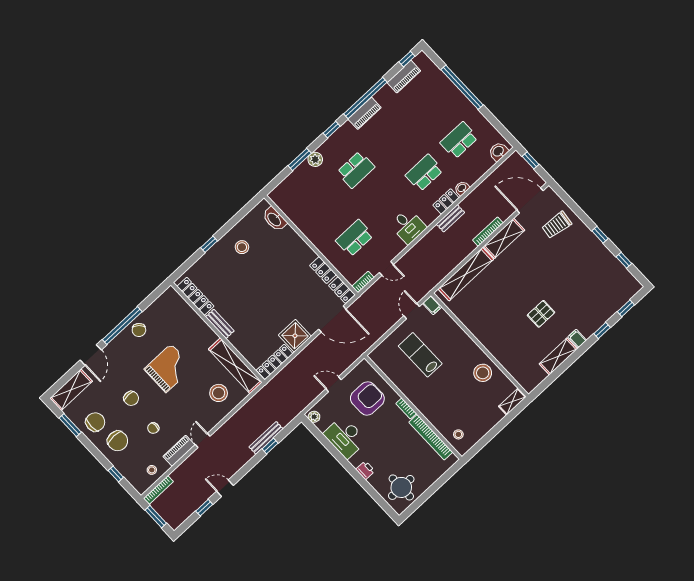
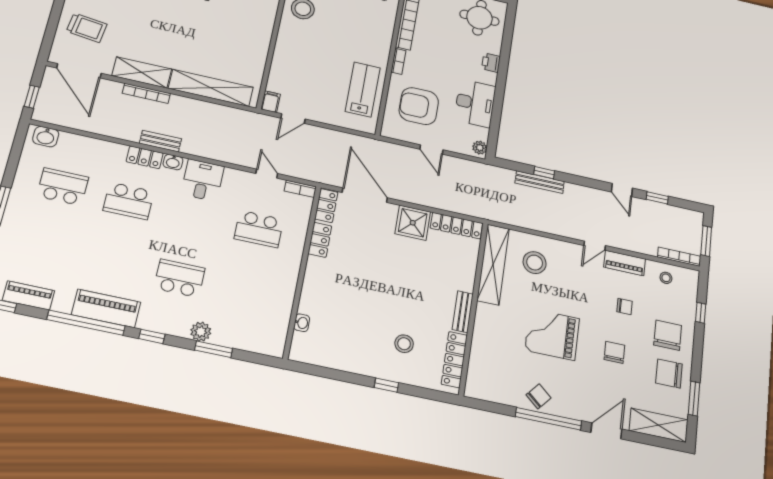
piano: (365, 113) -> (106, 308), width x1.37, depth x1.33
school desk: (459, 140) -> (63, 187), turned 180
washbasin: (462, 188) -> (173, 162), moved
washbasin: (274, 219) -> (302, 323), width x0.52, depth x0.69
stool: (242, 247) -> (404, 344), moved
lab bench: (420, 355) -> (363, 89), moved, turned 180

